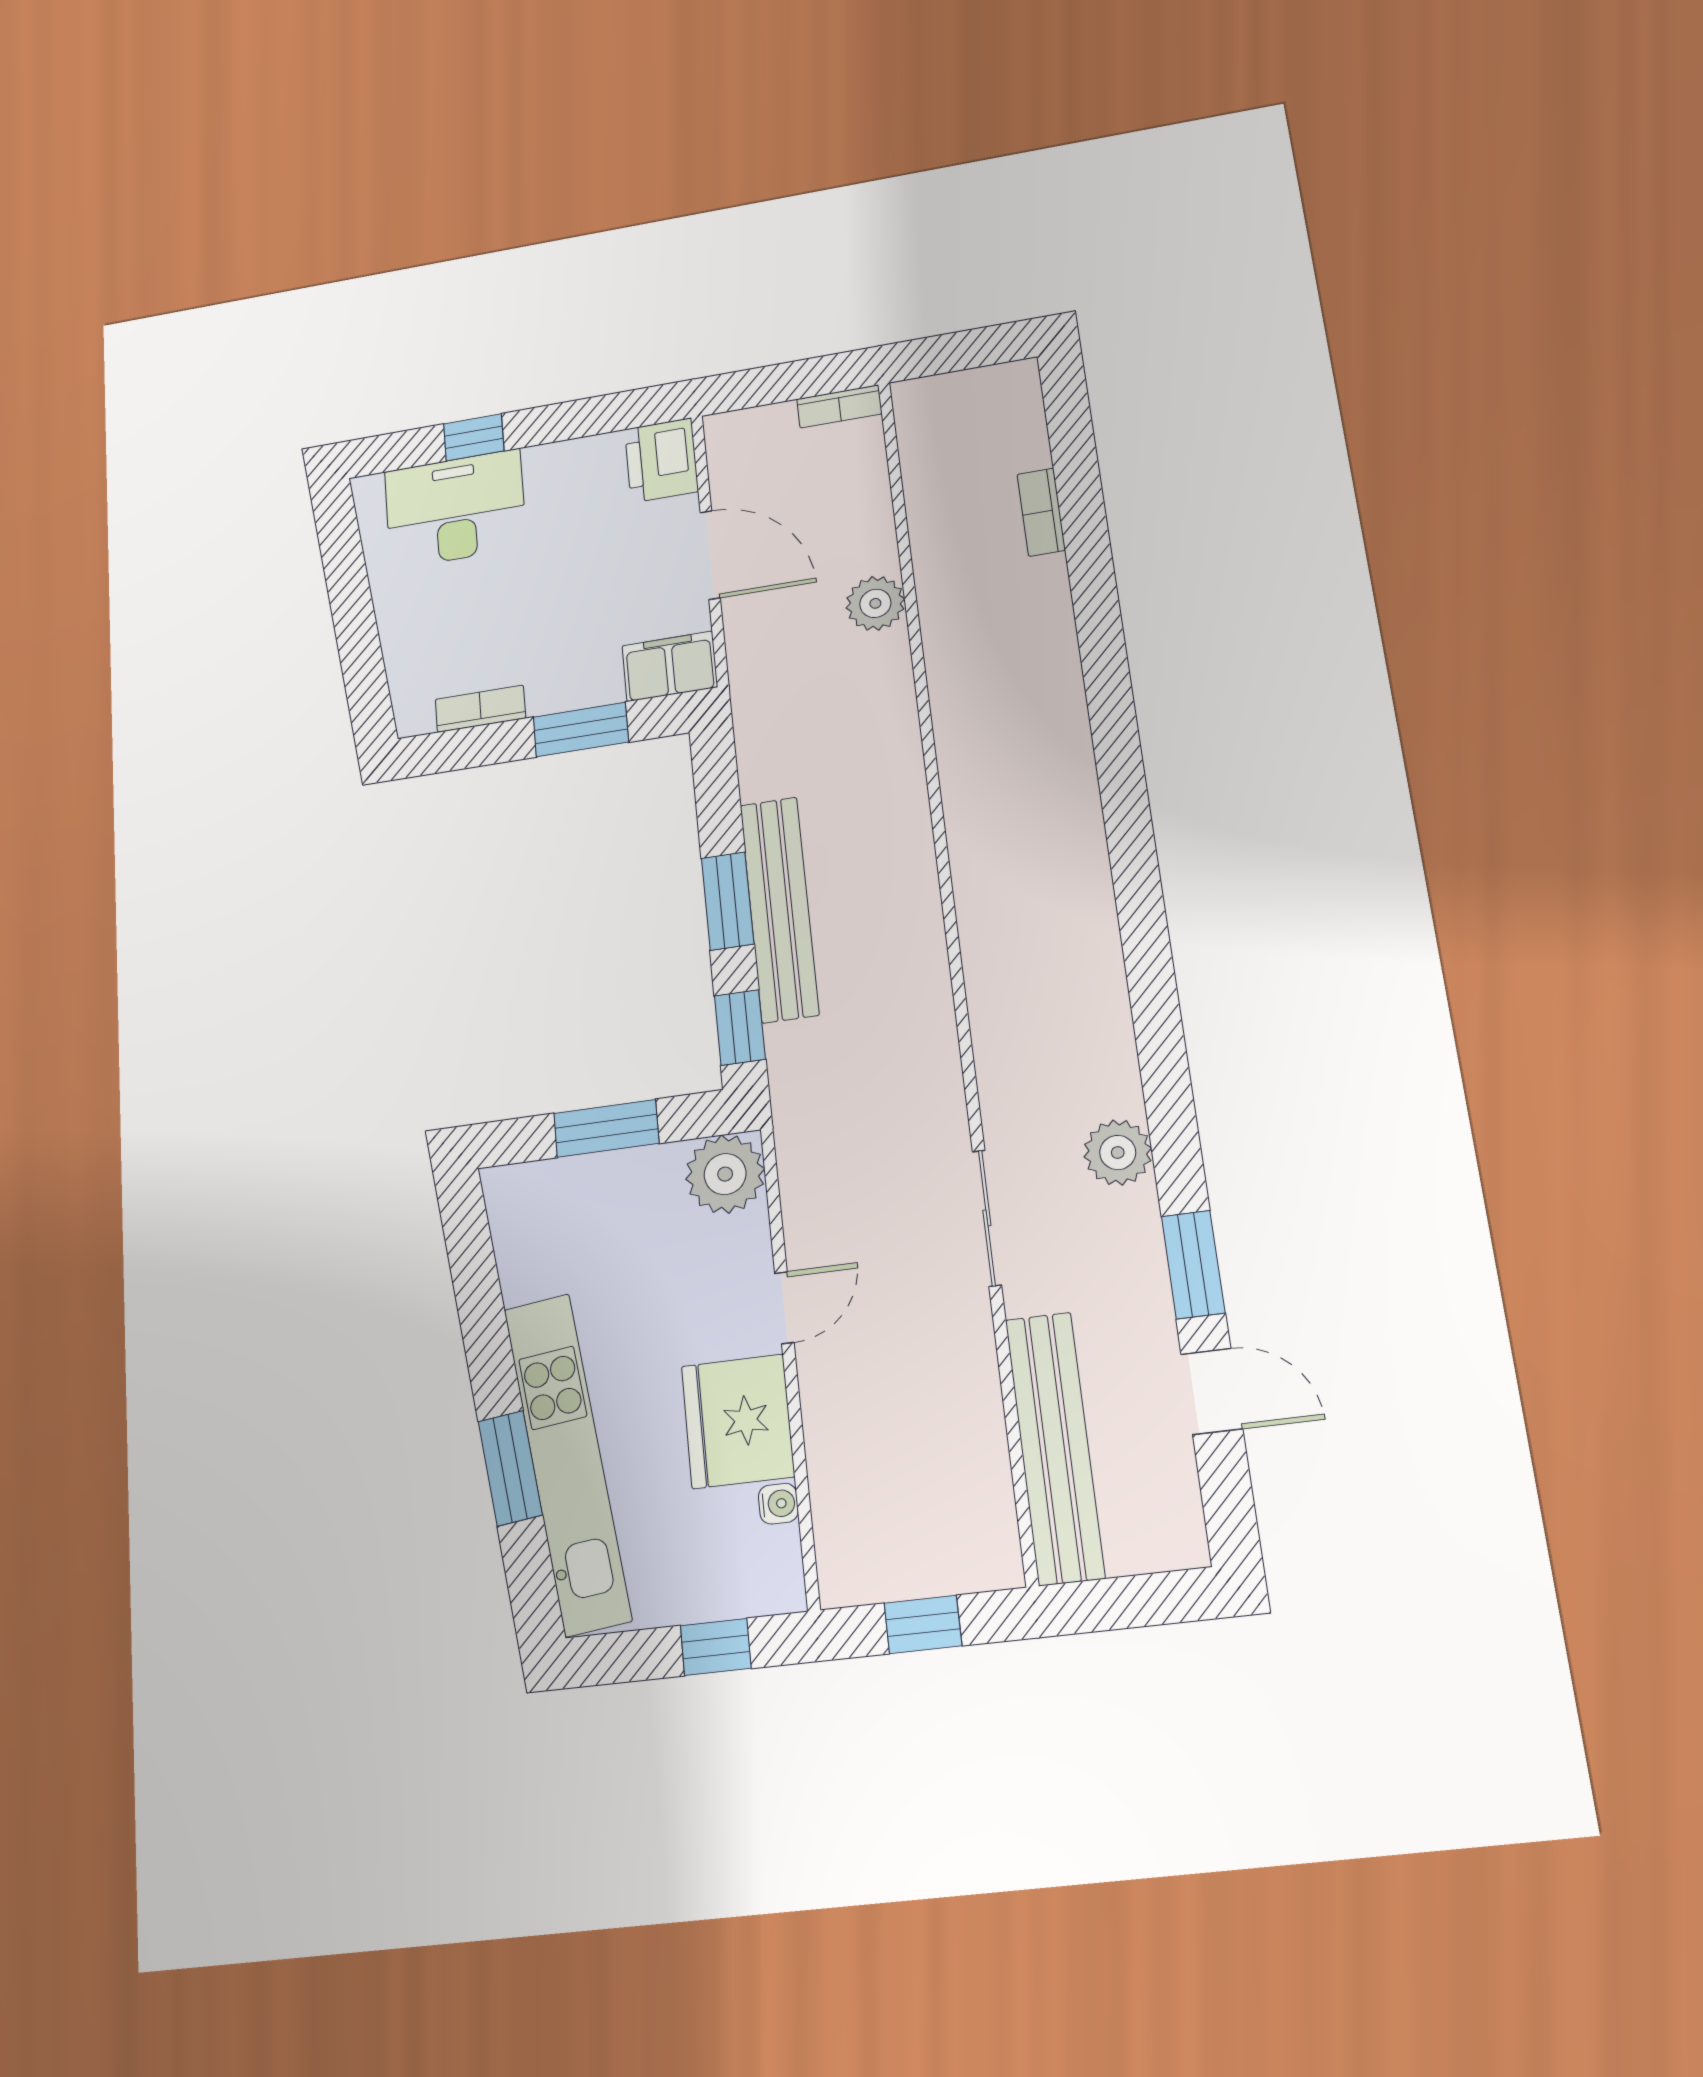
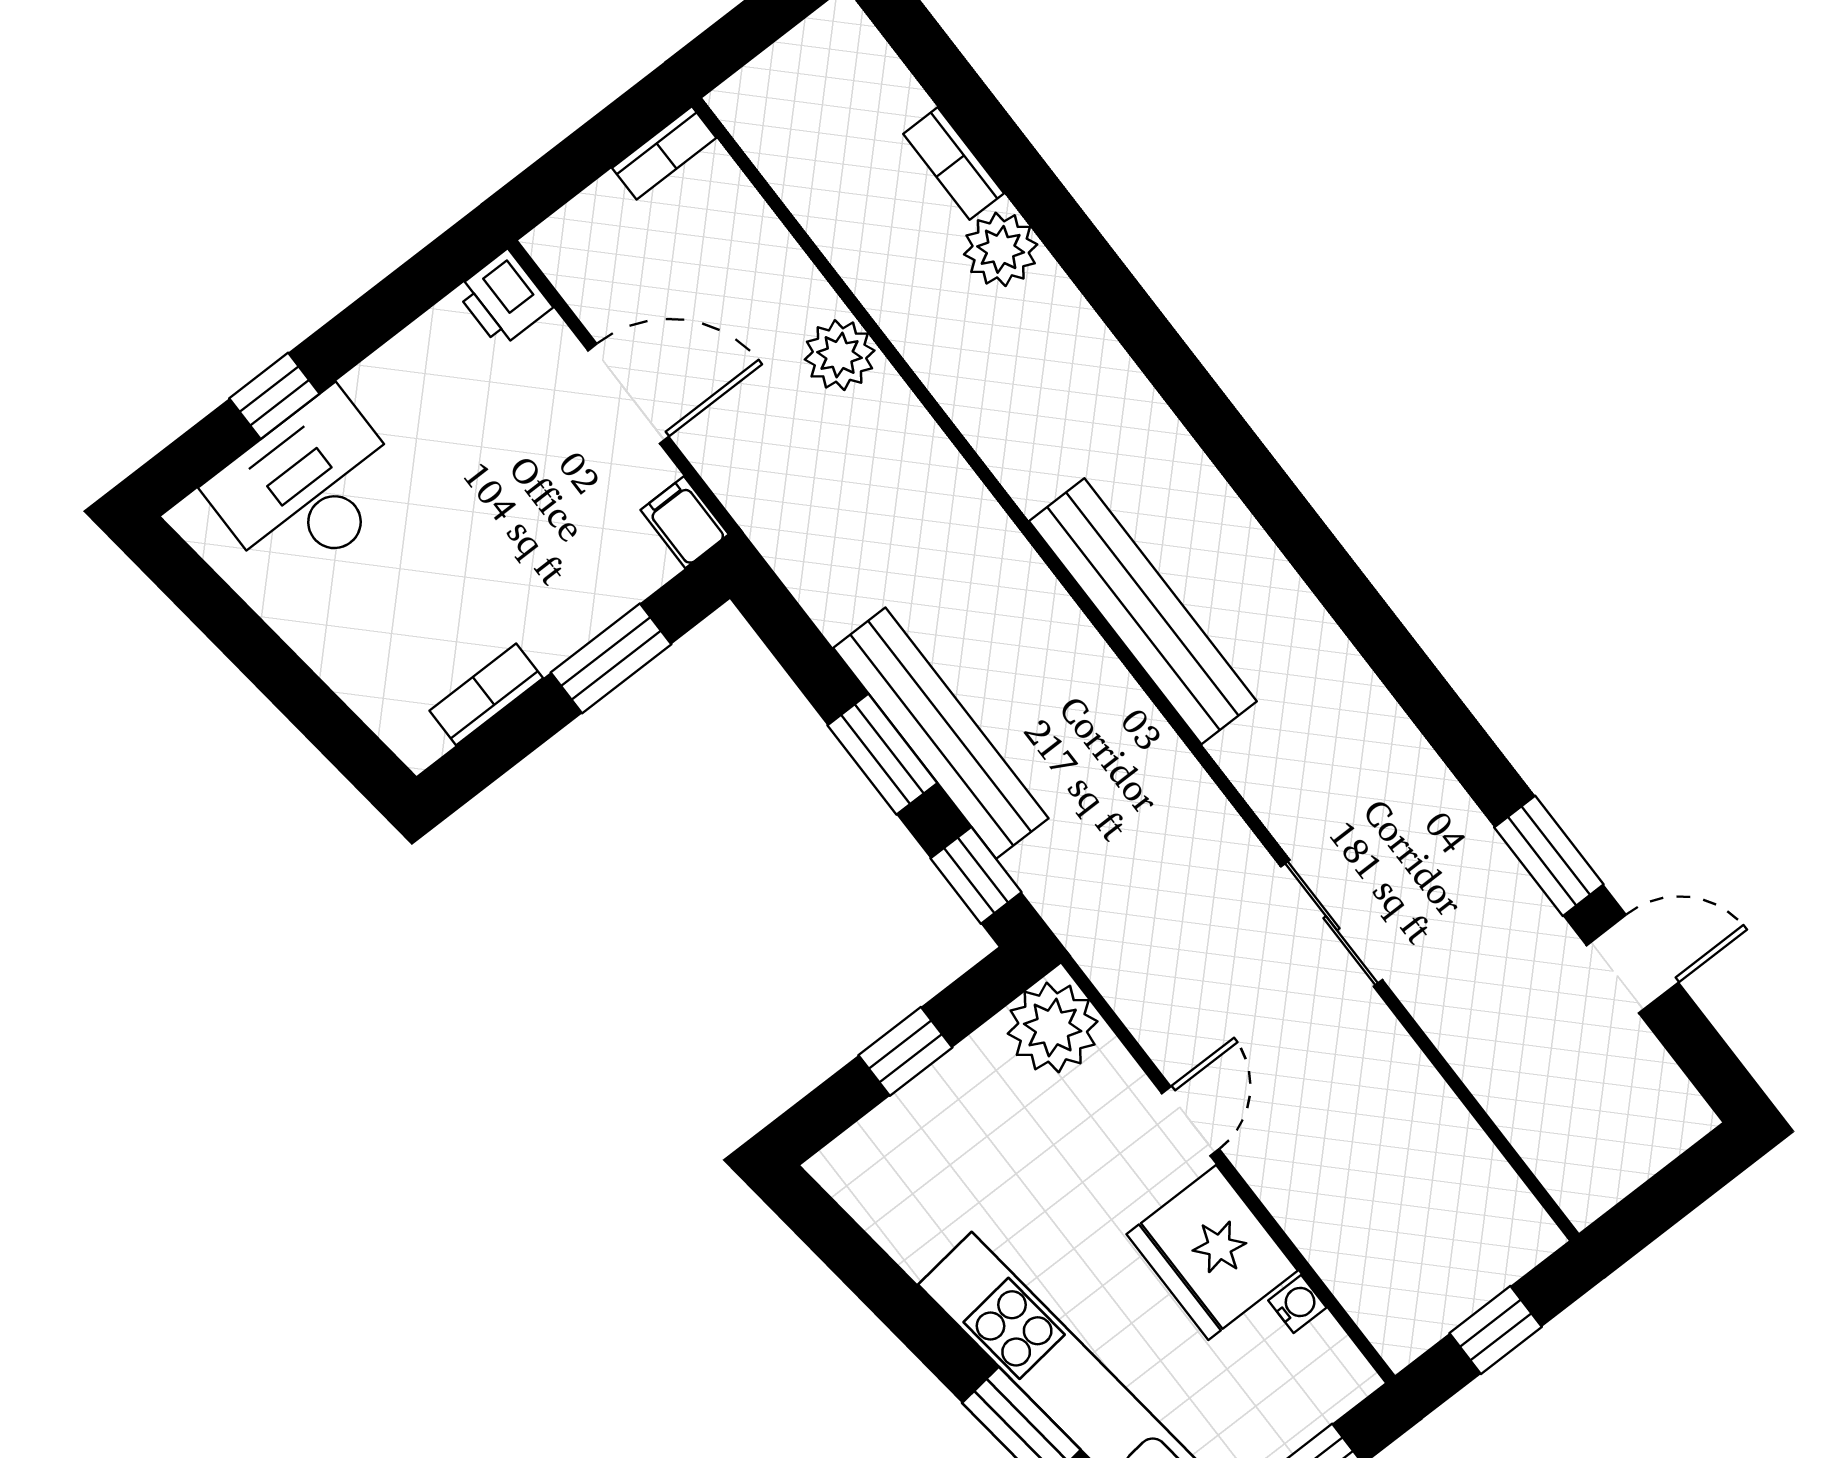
printer: (661, 460) -> (504, 299), width x0.73, depth x0.81
filing cabinet: (670, 666) -> (685, 522), width x0.50
window: (606, 1128) -> (905, 1051), width x0.67
plant: (1118, 1152) -> (1001, 249), moved
bench: (1055, 1447) -> (1143, 611), moved

